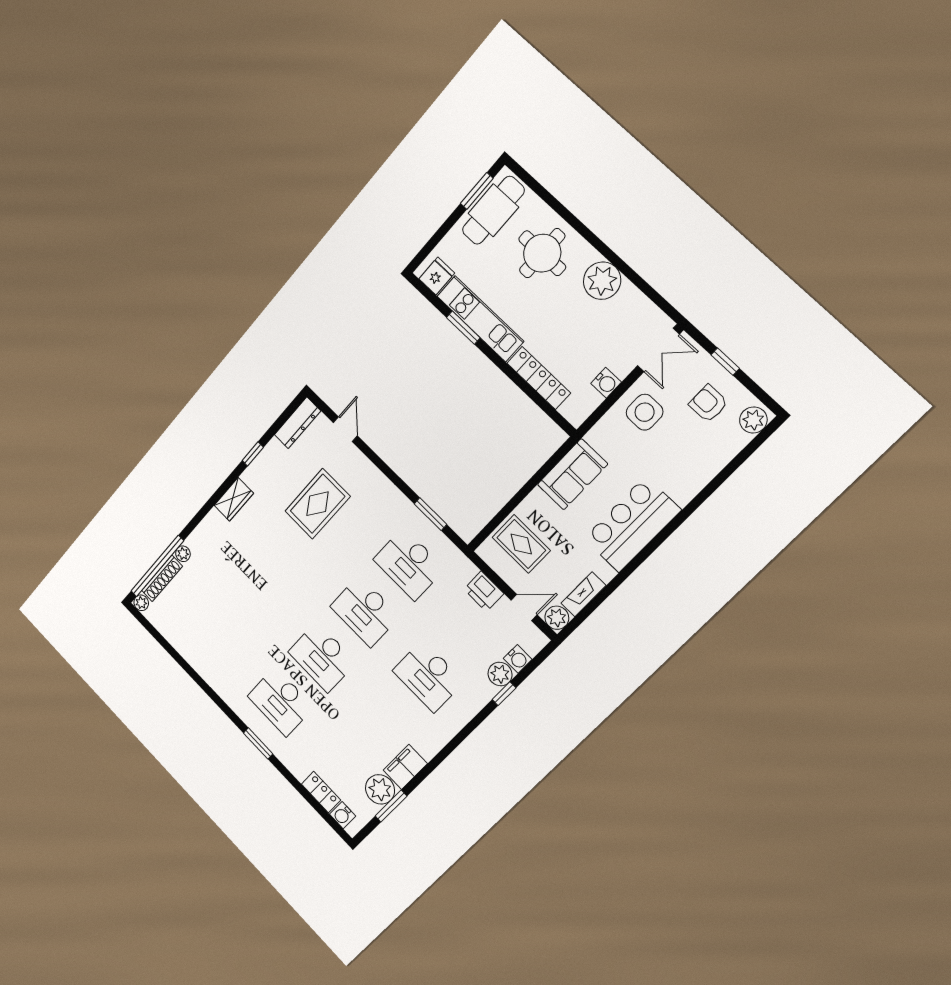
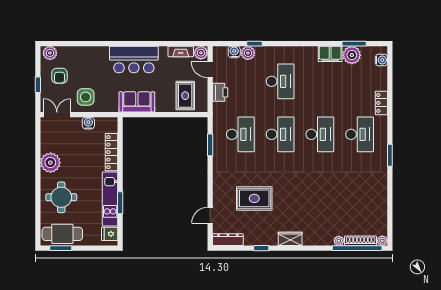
window: (258, 743) -> (390, 155), moved
locker: (321, 792) -> (381, 103), moved

